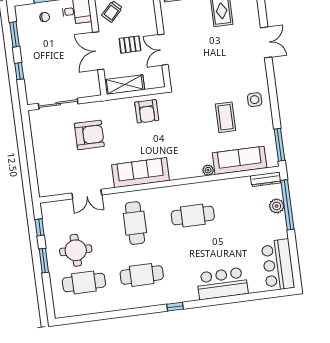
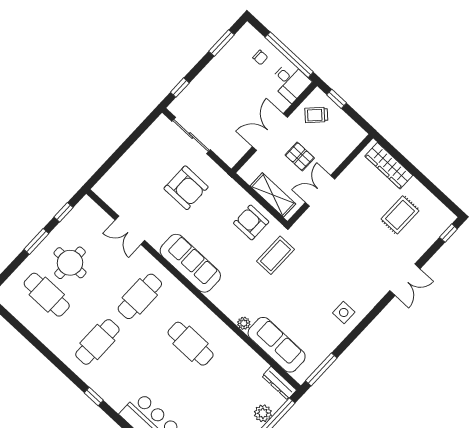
window: (19, 71) -> (180, 88), moved
shelving: (125, 85) -> (273, 195), moved
armchair: (147, 111) -> (251, 222), turned 90
coffee table: (226, 117) -> (276, 255), moved
cafe table: (142, 275) -> (97, 342), turned 90

